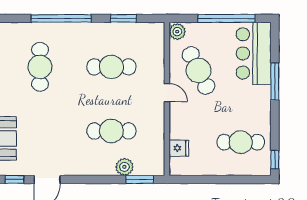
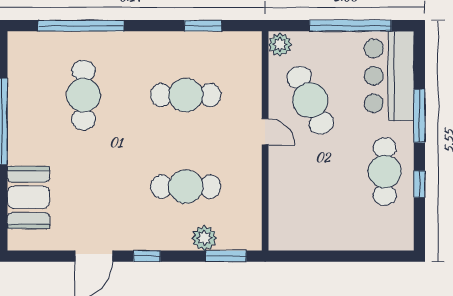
window: (61, 18) -> (81, 26), moved
cafe table: (241, 142) -> (385, 172), moved, turned 90
fridge: (179, 148) -> (282, 211), removed
window: (275, 160) -> (419, 184), moved
window: (15, 179) -> (147, 256), moved

